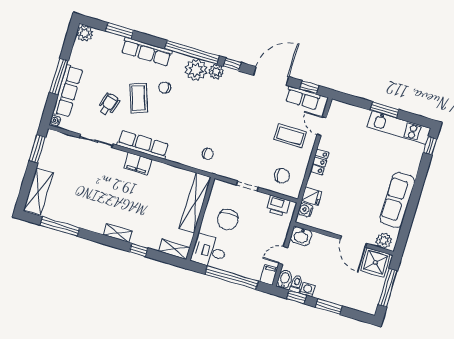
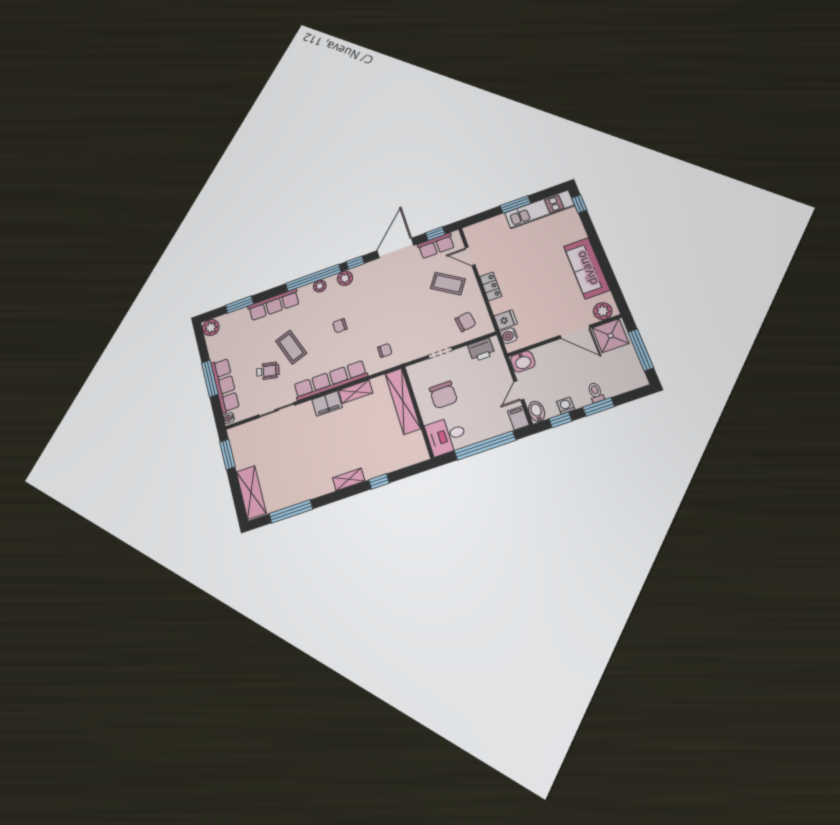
plant: (196, 70) -> (320, 286), width x0.53, depth x0.53
chair: (165, 88) -> (340, 326), moved
wheelchair: (109, 104) -> (268, 371), turned 86
coffee table: (290, 136) -> (448, 284), turned 34
row of seats: (143, 145) -> (330, 380), width x1.36
shelving: (174, 249) -> (356, 392), moved
toilet: (296, 284) -> (596, 392), moved

